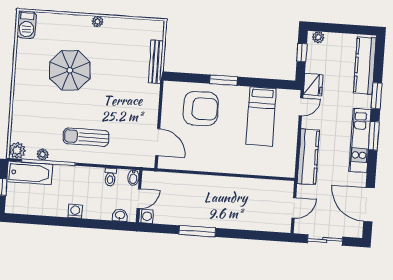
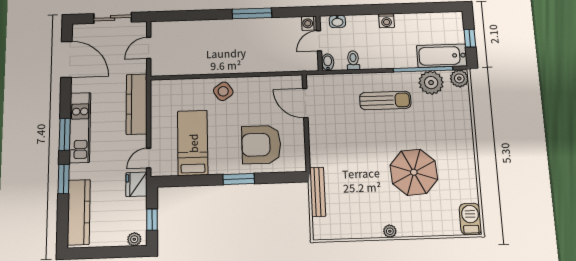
plant: (43, 154) -> (431, 83), width x1.87, depth x1.87
side table: (230, 160) -> (223, 91), added

